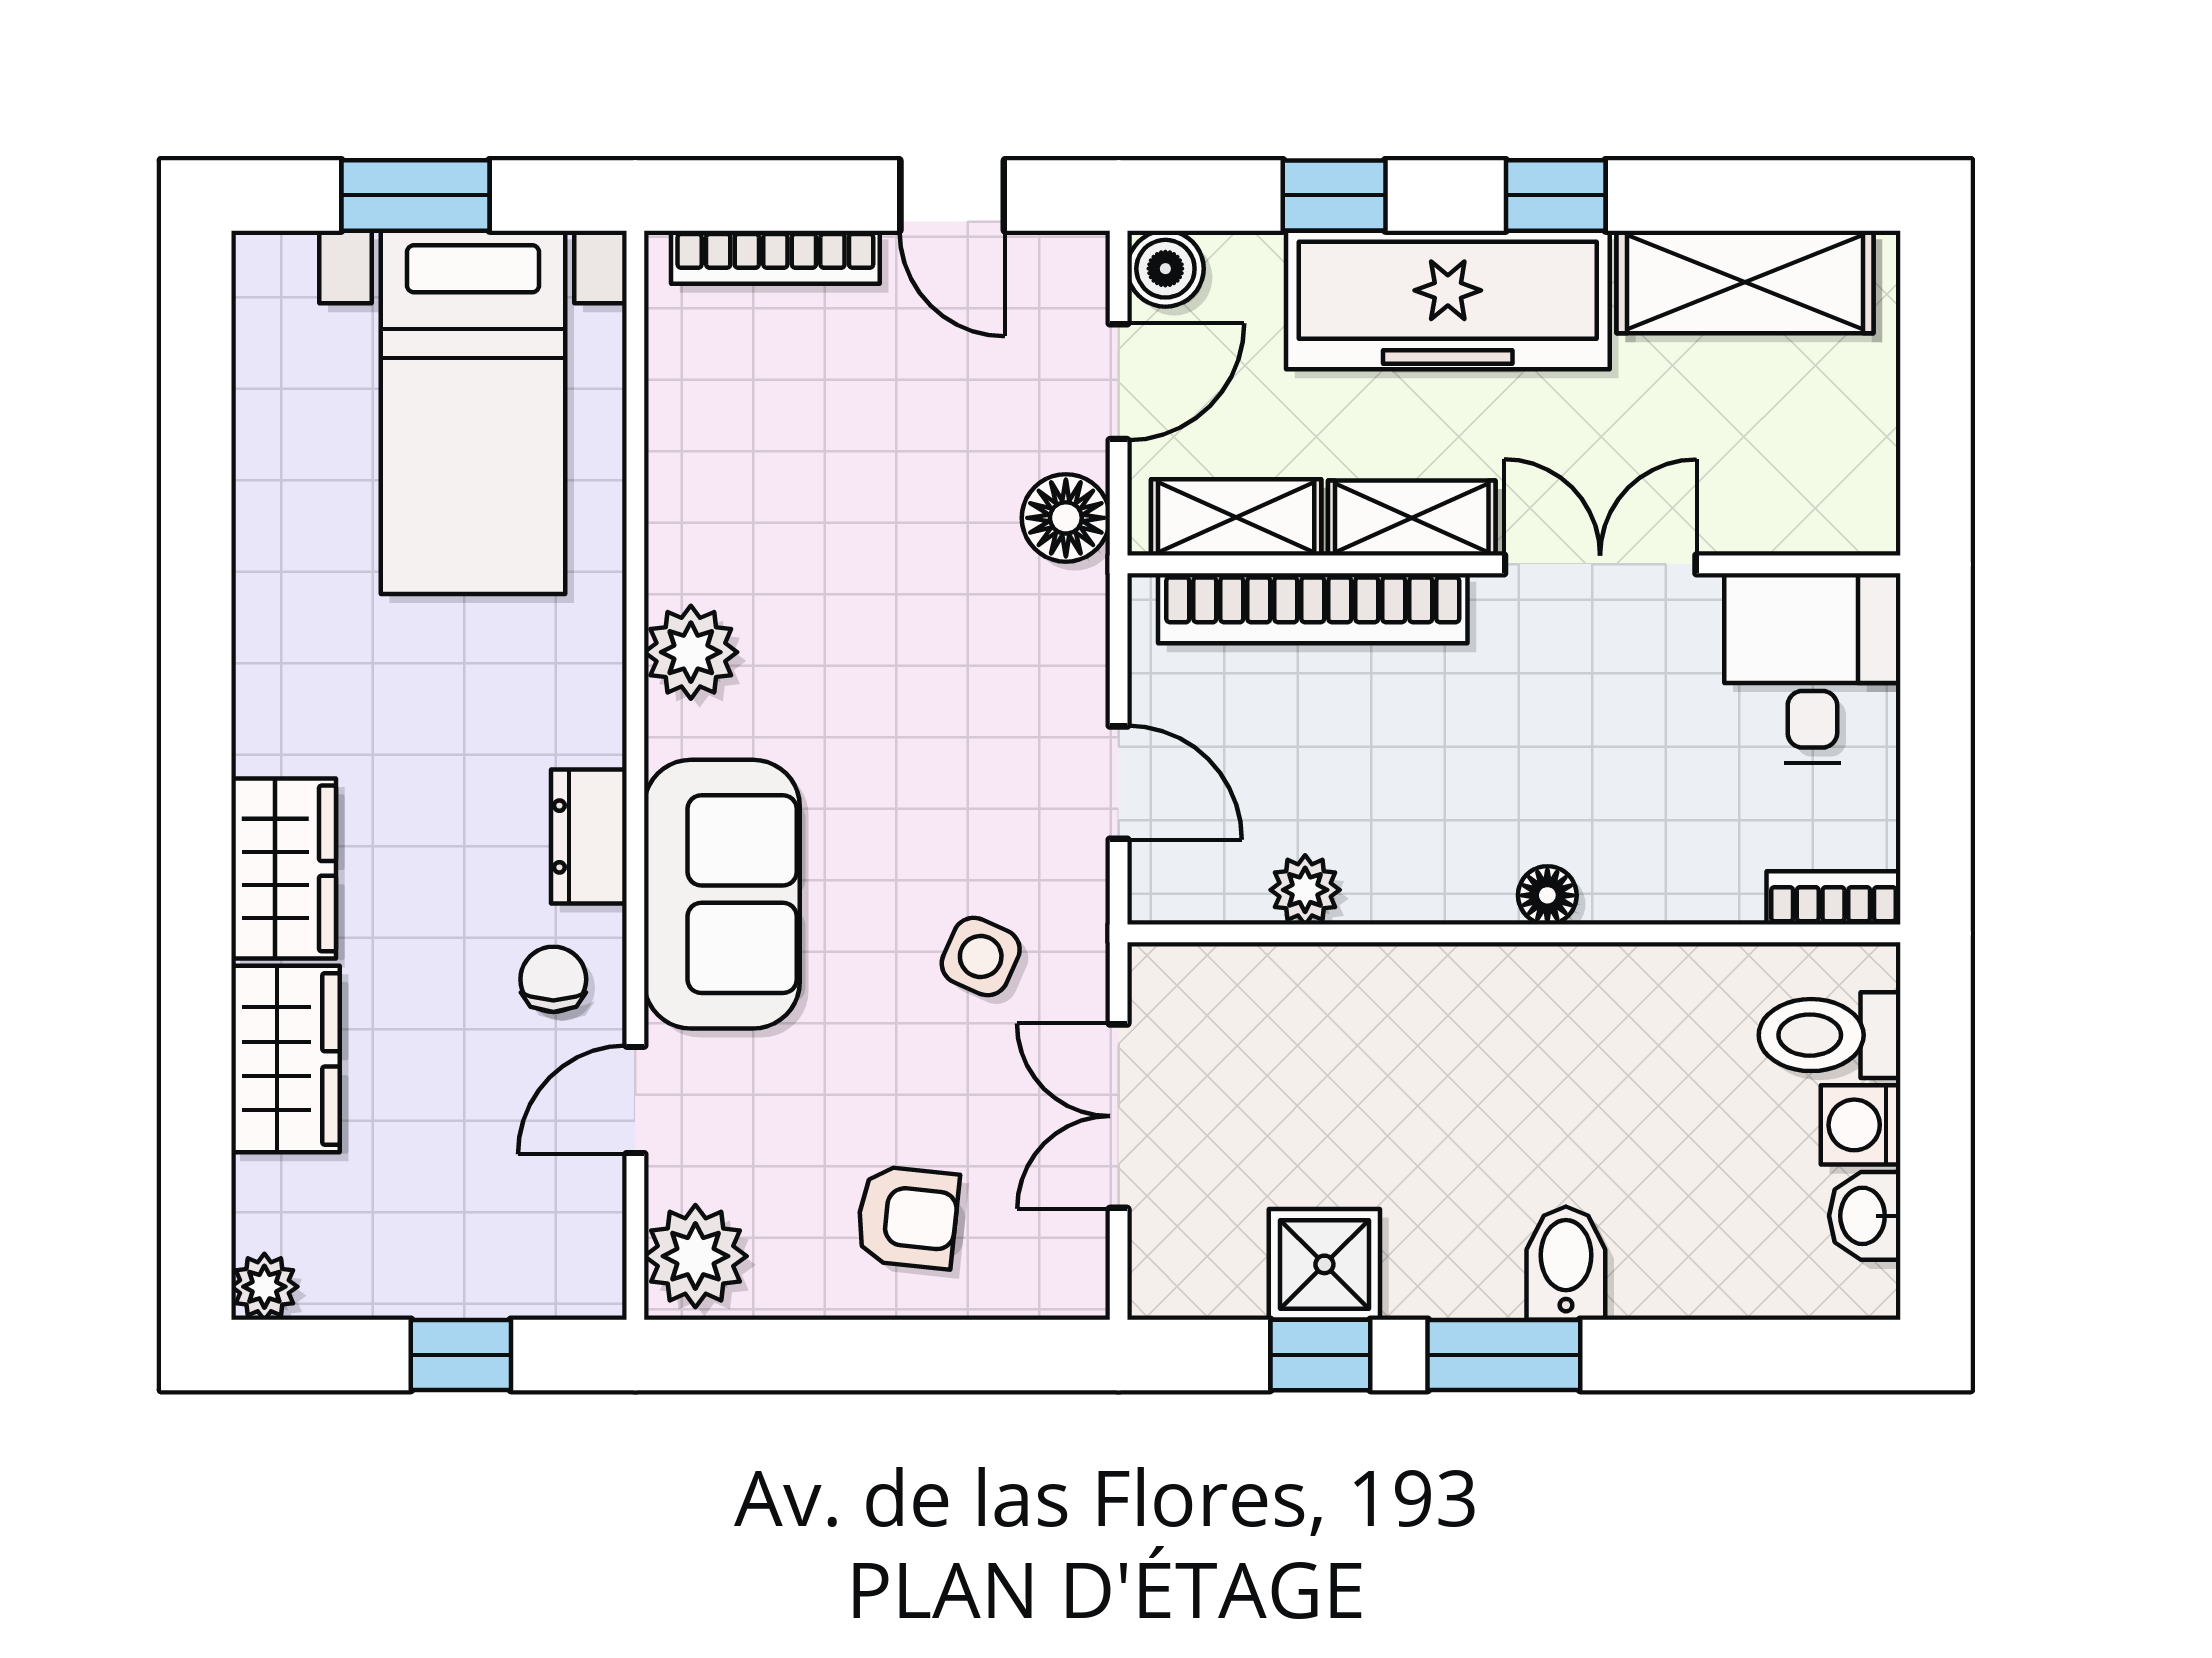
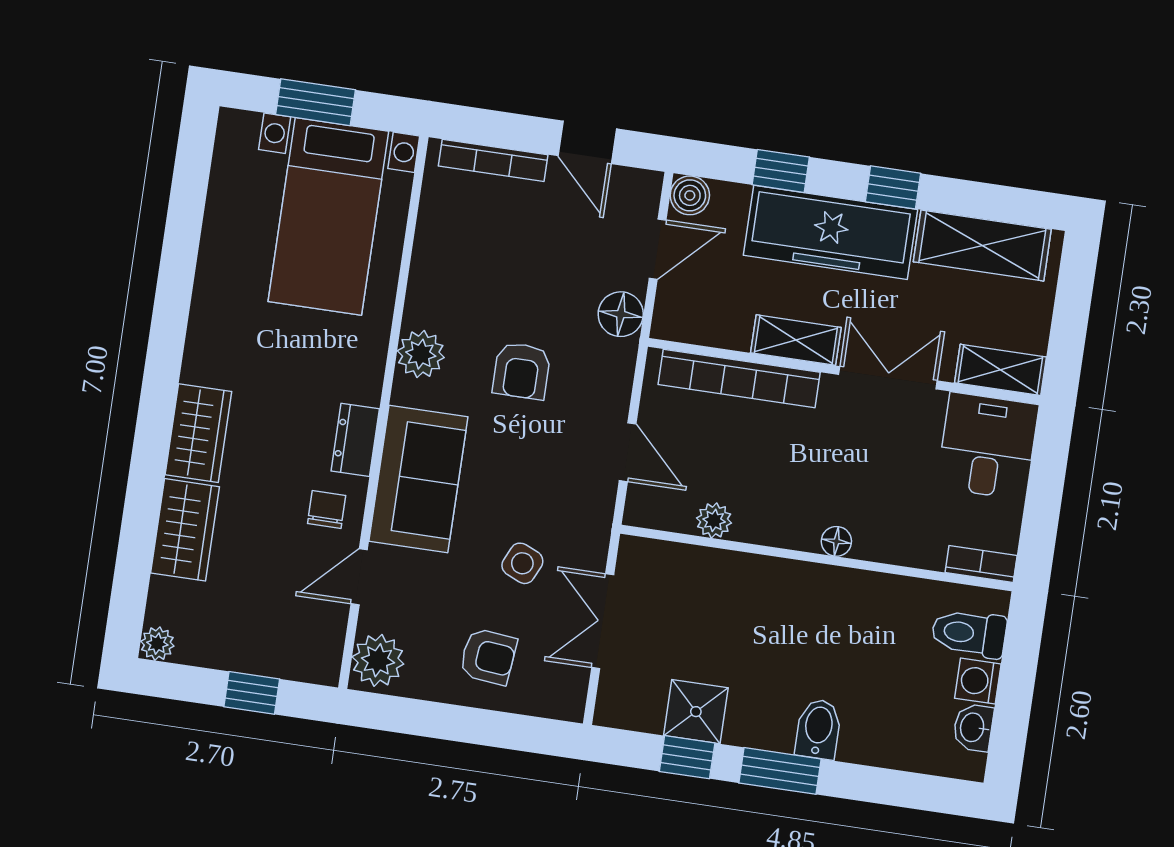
shelving: (1236, 517) -> (1000, 370), moved
armchair: (890, 656) -> (522, 371), added
side table: (981, 956) -> (522, 563), moved

